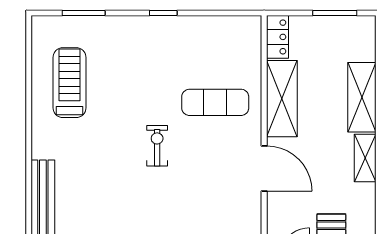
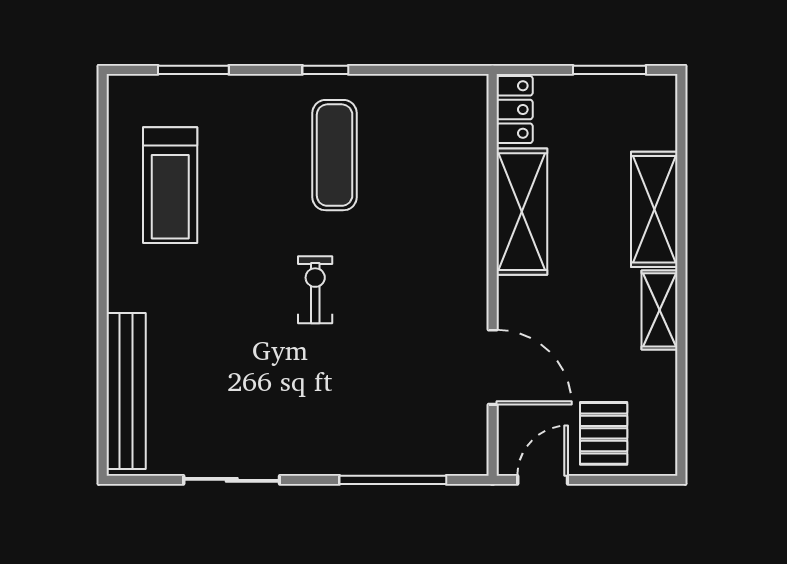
treadmill: (70, 83) -> (170, 185), turned 180
exercise mat: (215, 102) -> (335, 155), moved, turned 90
door: (264, 168) -> (493, 367), moved

